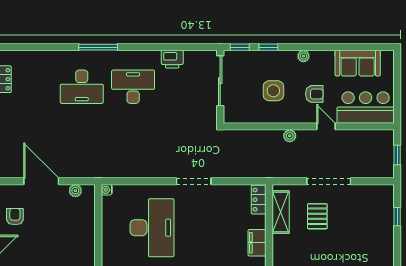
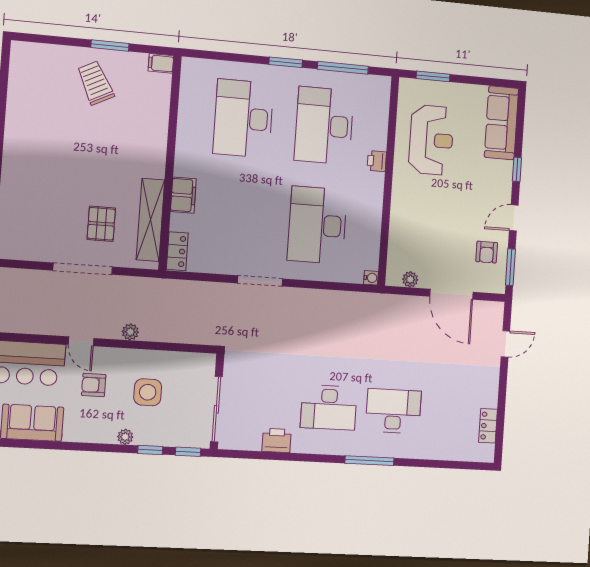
plant: (303, 56) -> (125, 437), moved
shelving: (281, 212) -> (150, 220), width x1.47

